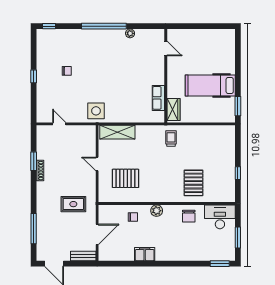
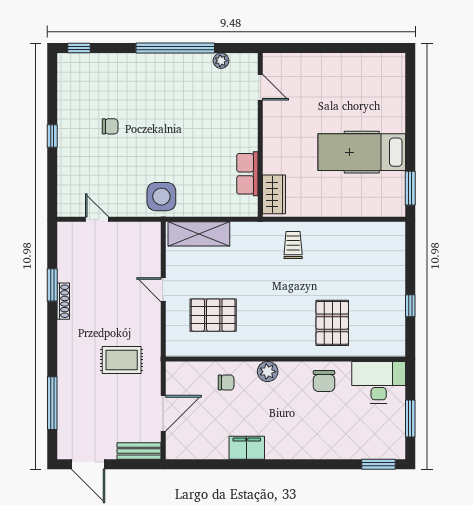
door: (166, 49) -> (260, 87), moved
wall: (166, 76) -> (260, 135), moved
row of seats: (158, 98) -> (247, 174), moved
wardrobe: (173, 110) -> (274, 194), moved

